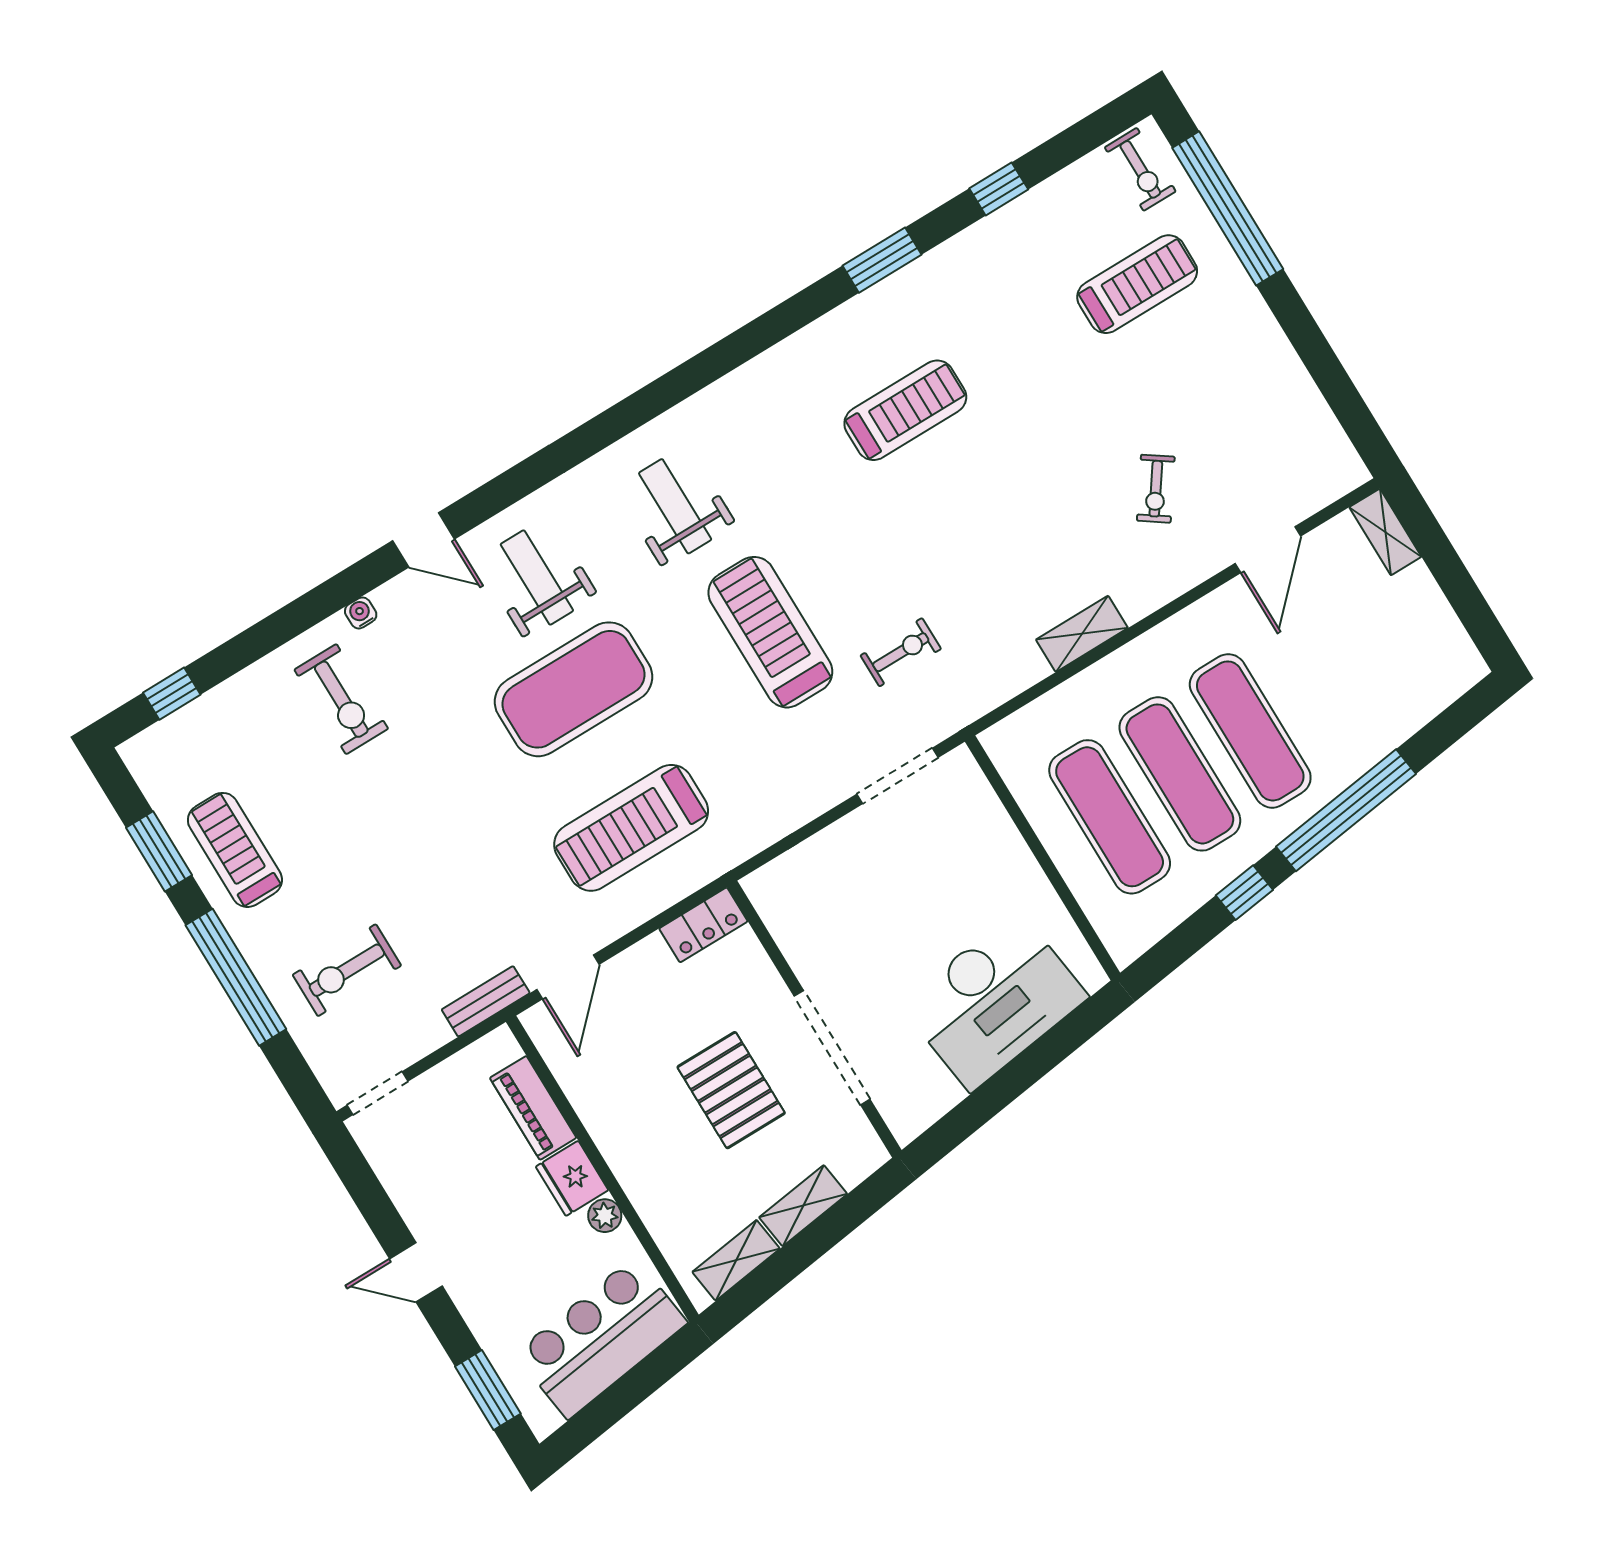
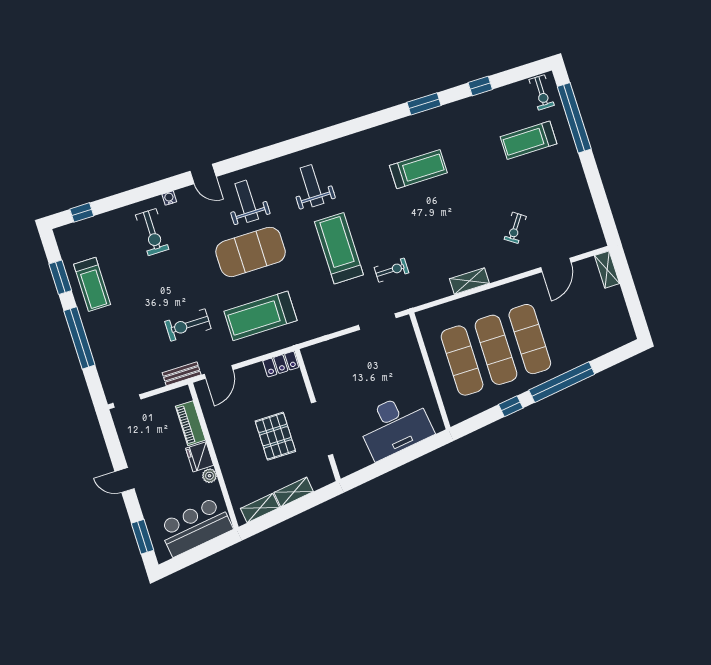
treadmill: (1137, 284) -> (528, 140), turned 180
treadmill: (235, 850) -> (92, 284), turned 180
exercise bike: (347, 970) -> (188, 325), moved

